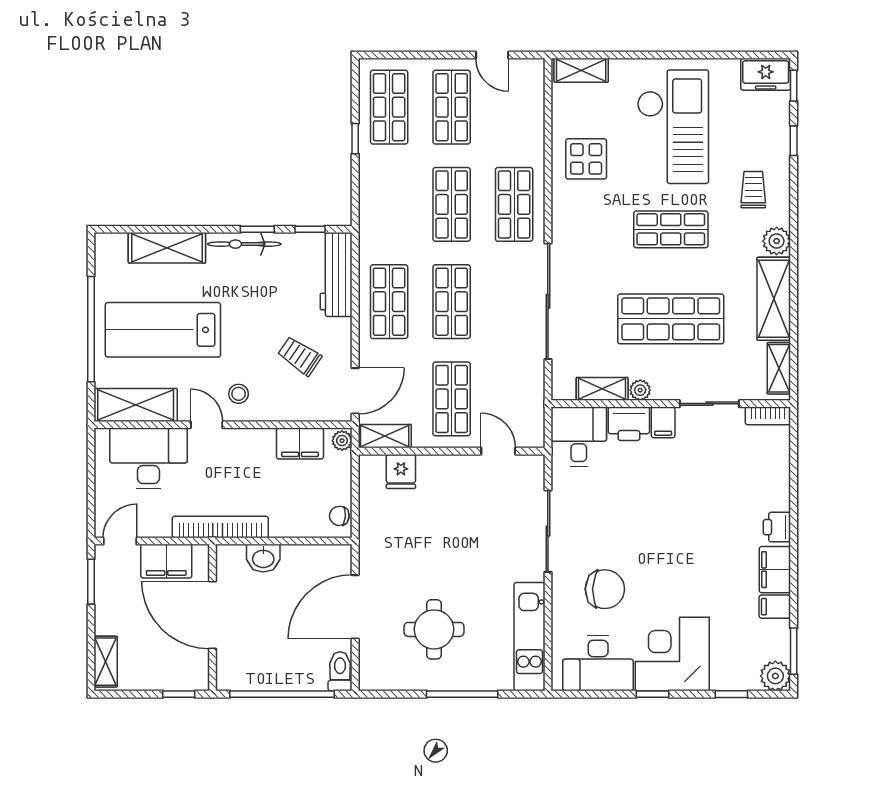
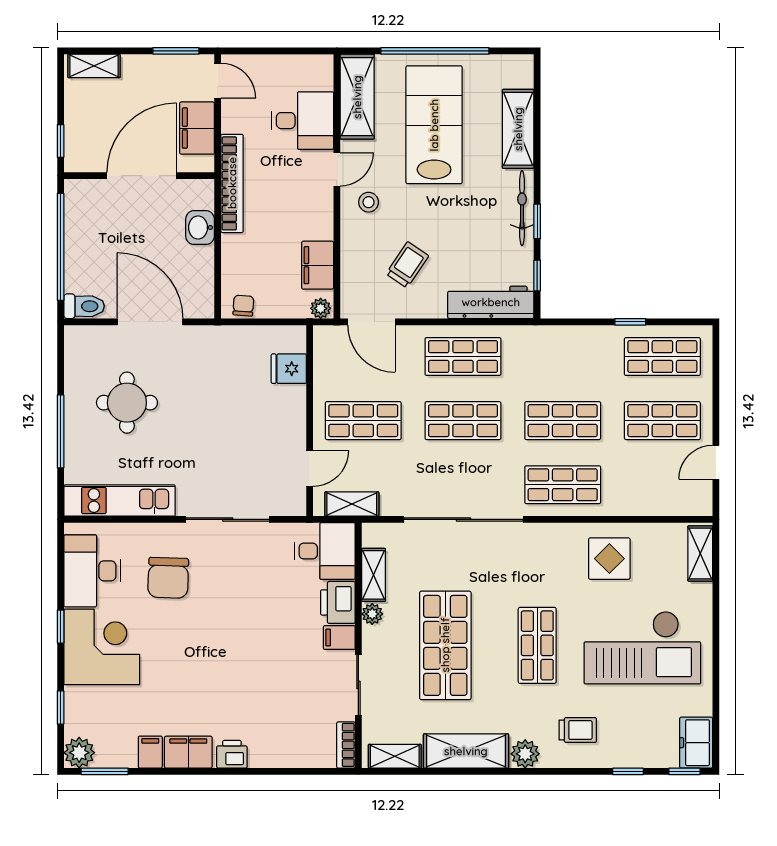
shelving: (385, 436) -> (352, 504), moved, turned 90
desk: (148, 458) -> (302, 121), width x0.73

